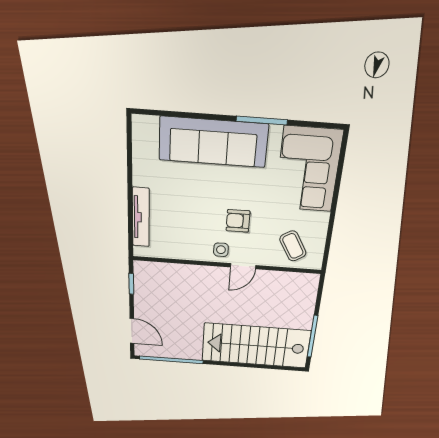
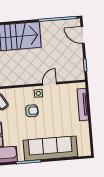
door: (243, 266) -> (50, 84), moved

